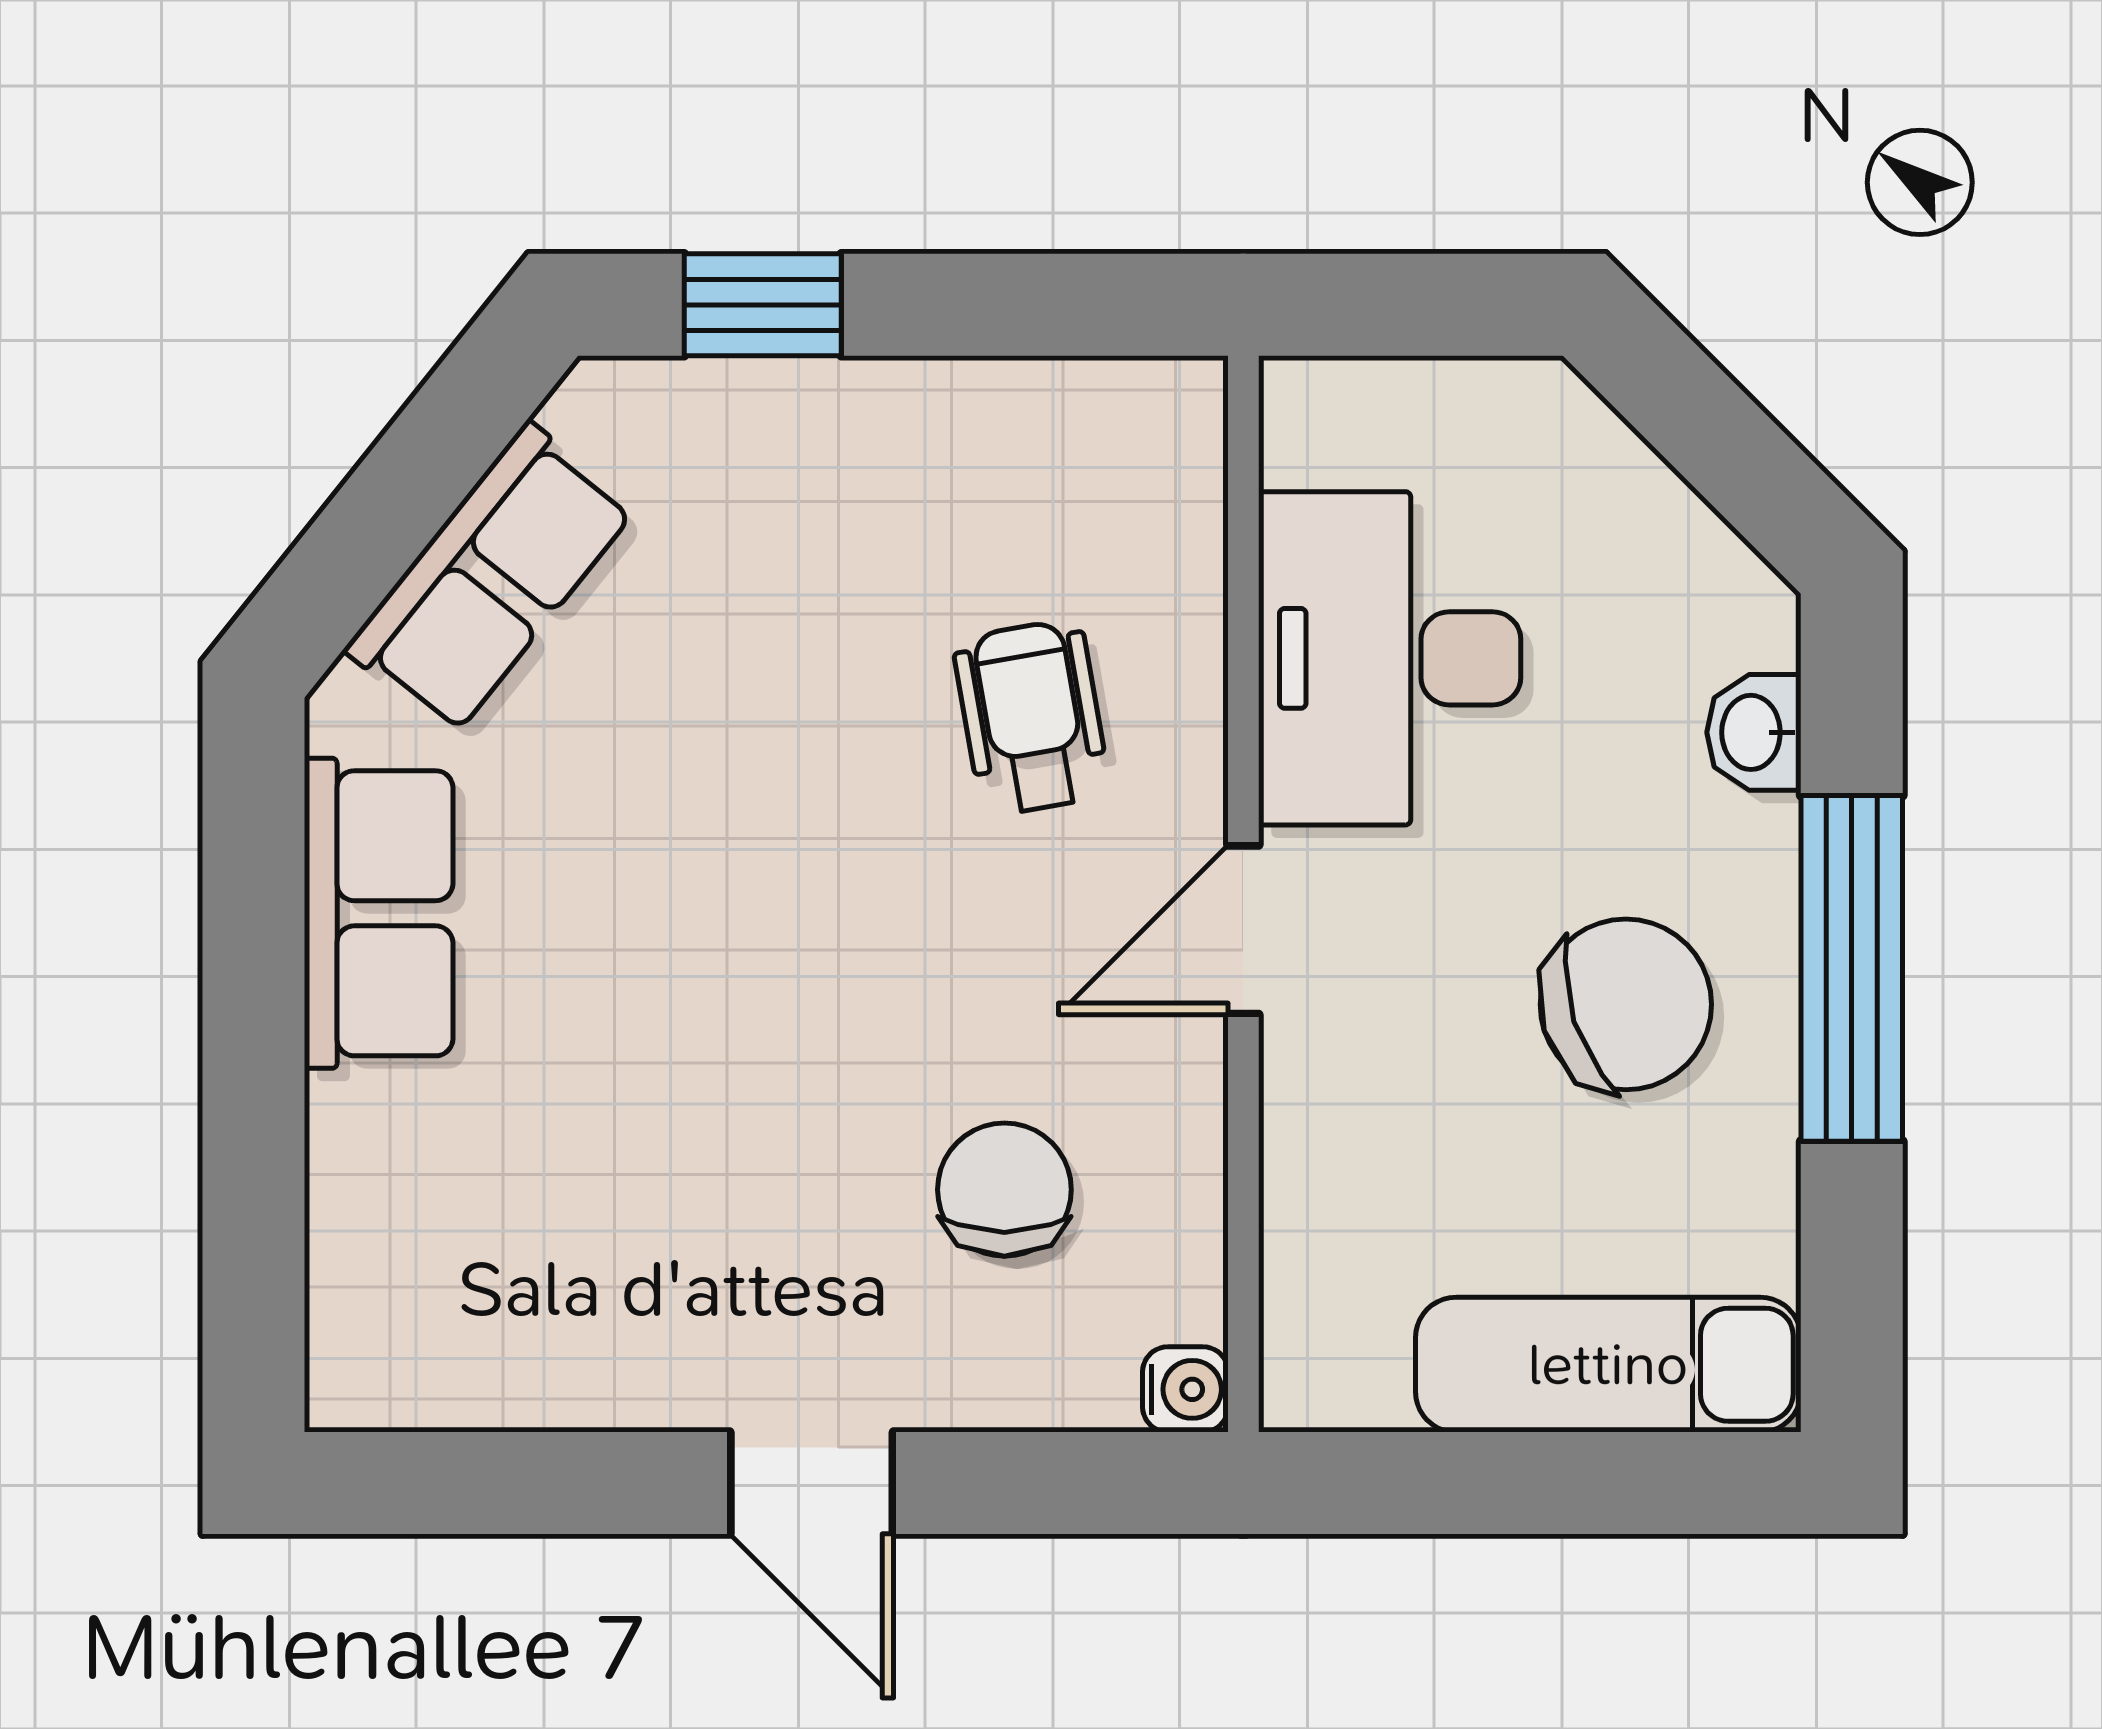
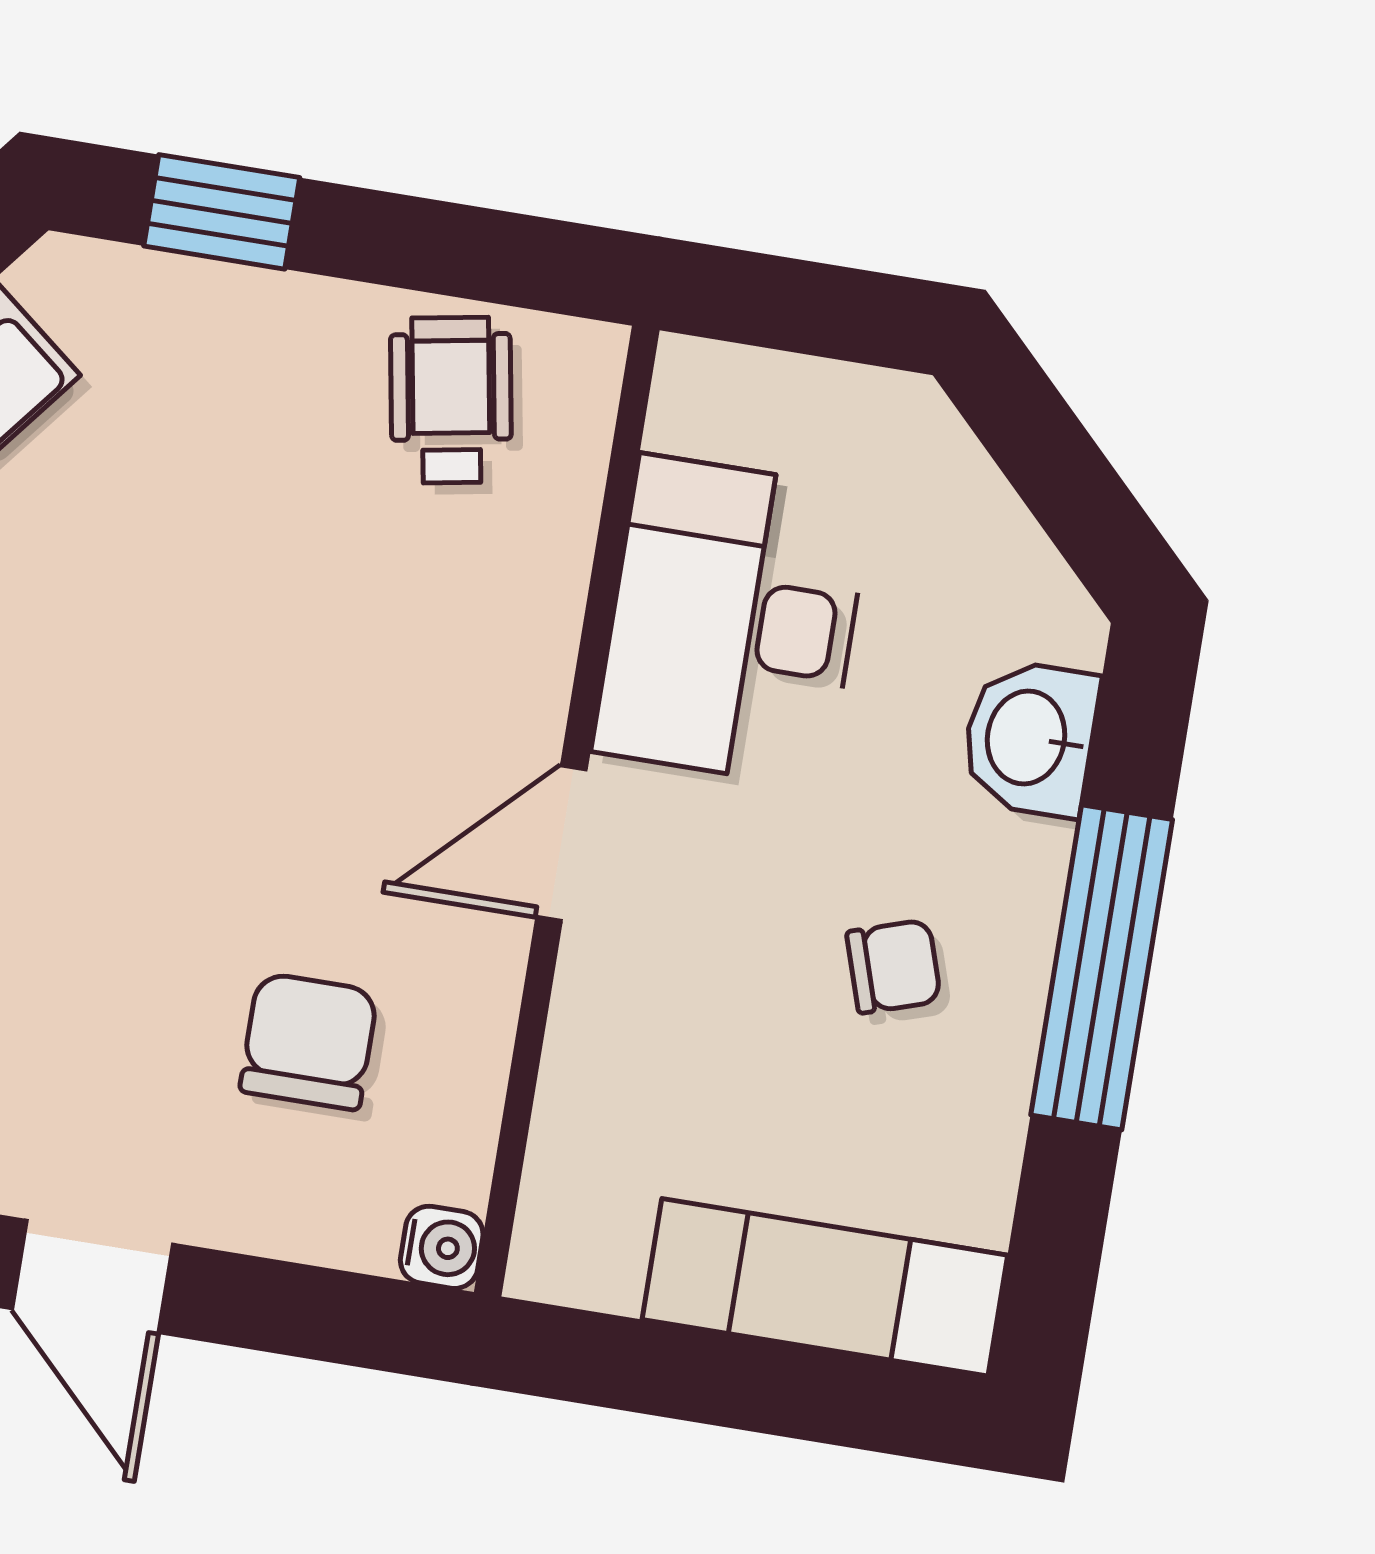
wheelchair: (1032, 717) -> (451, 400), moved
washbasin: (1754, 732) -> (1030, 738), width x1.38, depth x1.45
chair: (1626, 1004) -> (894, 967), width x0.54, depth x0.54

